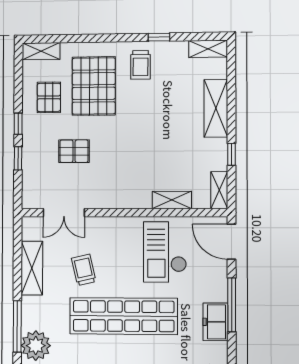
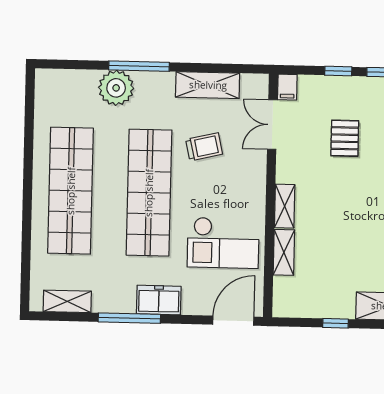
shelving: (219, 190) -> (285, 206), moved, turned 90
filing cabinet: (32, 201) -> (287, 87), added
checkout: (165, 252) -> (223, 243), turned 180
window: (232, 305) -> (129, 318), moved
freezer: (215, 322) -> (159, 300), moved

